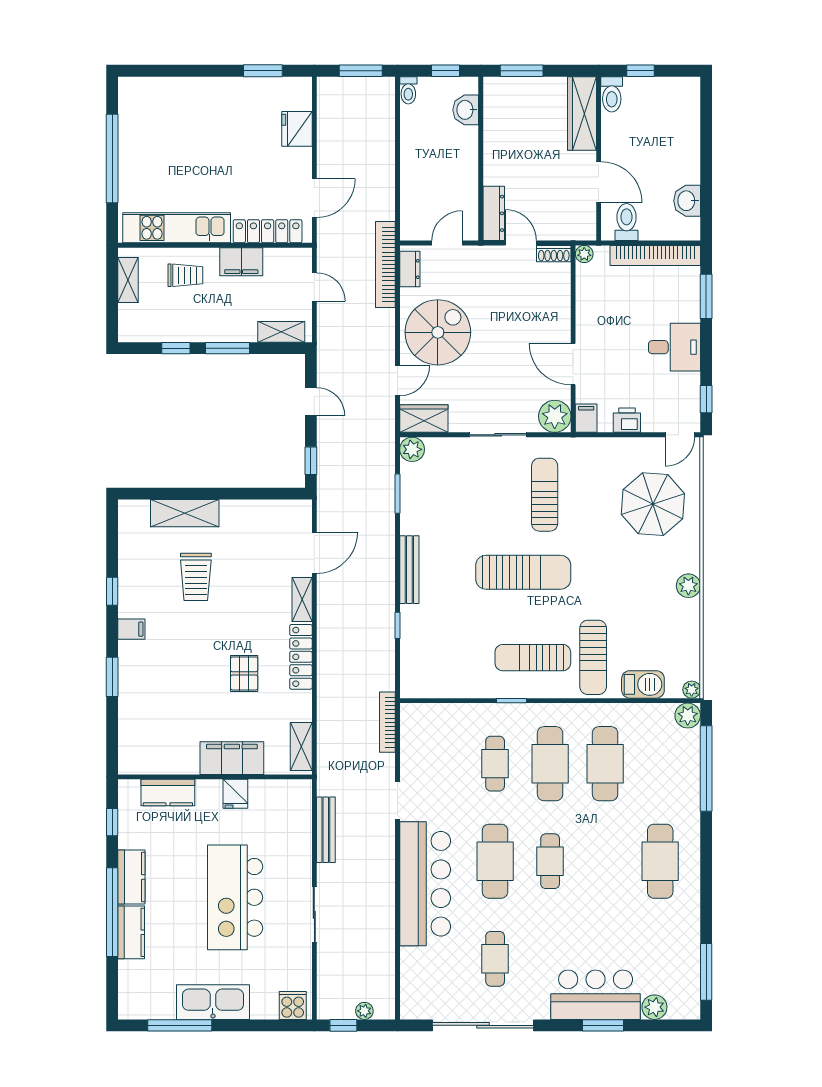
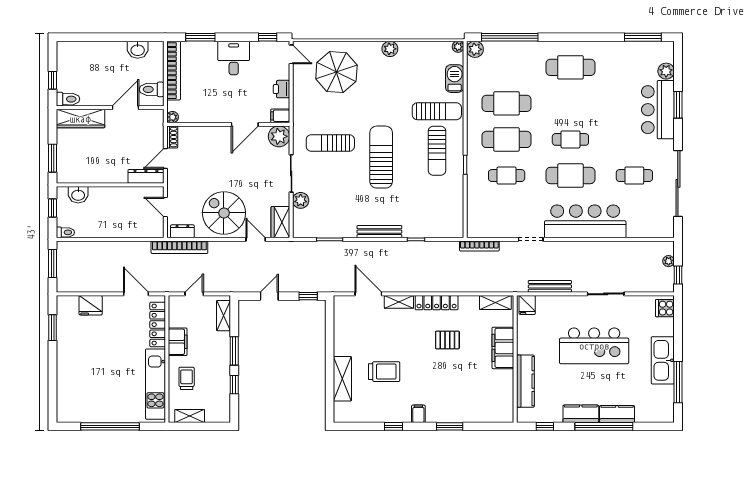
plant: (412, 449) -> (301, 200), moved
kitchen counter: (168, 793) -> (525, 381), width x1.50
fridge: (235, 794) -> (527, 305), moved, turned 90

